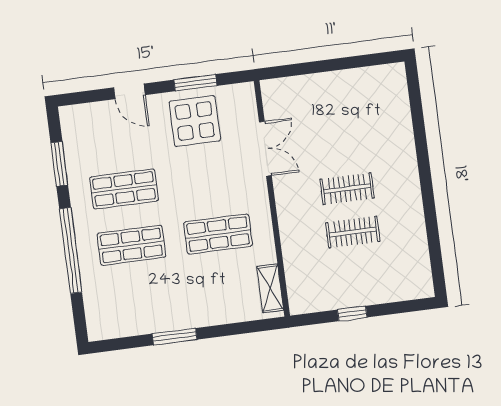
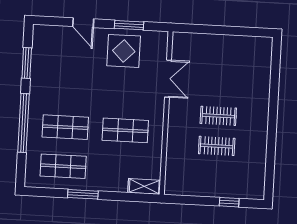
shop shelf: (124, 189) -> (63, 166), moved
shelving: (270, 288) -> (144, 186), moved, turned 90
window: (352, 314) -> (229, 202), moved

